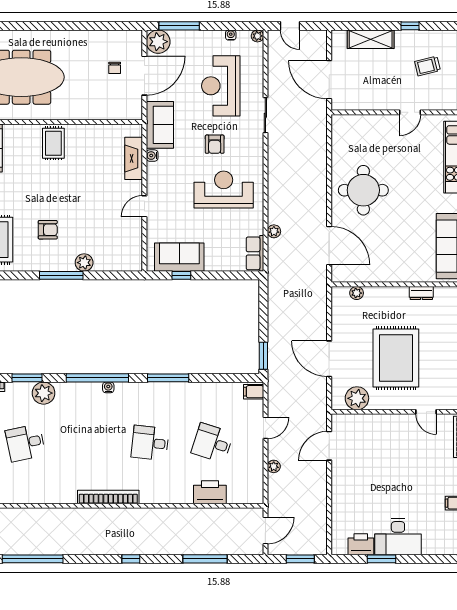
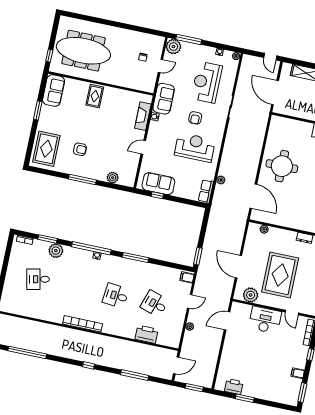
door: (290, 26) -> (270, 57), moved
door: (144, 76) -> (160, 66), width x0.53
plant: (84, 263) -> (113, 178), moved
desk: (398, 537) -> (265, 320), moved, turned 180

